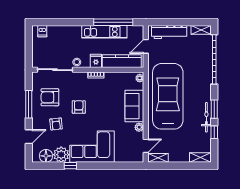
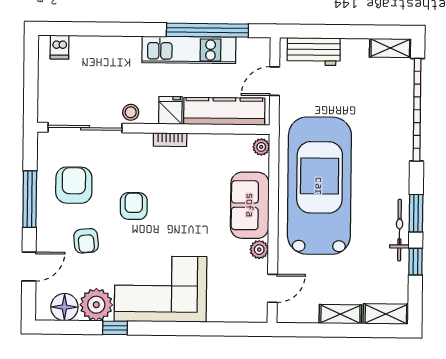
workbench: (169, 32) -> (314, 52), width x0.73
armchair: (50, 97) -> (74, 185), turned 90
shelving: (158, 158) -> (340, 314), moved

